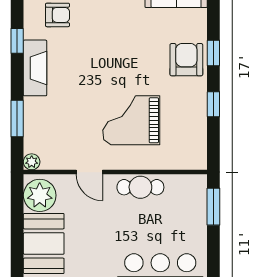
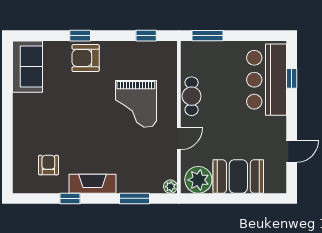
window: (213, 104) -> (146, 36), moved

